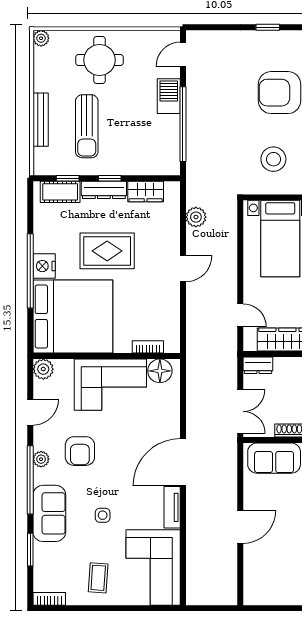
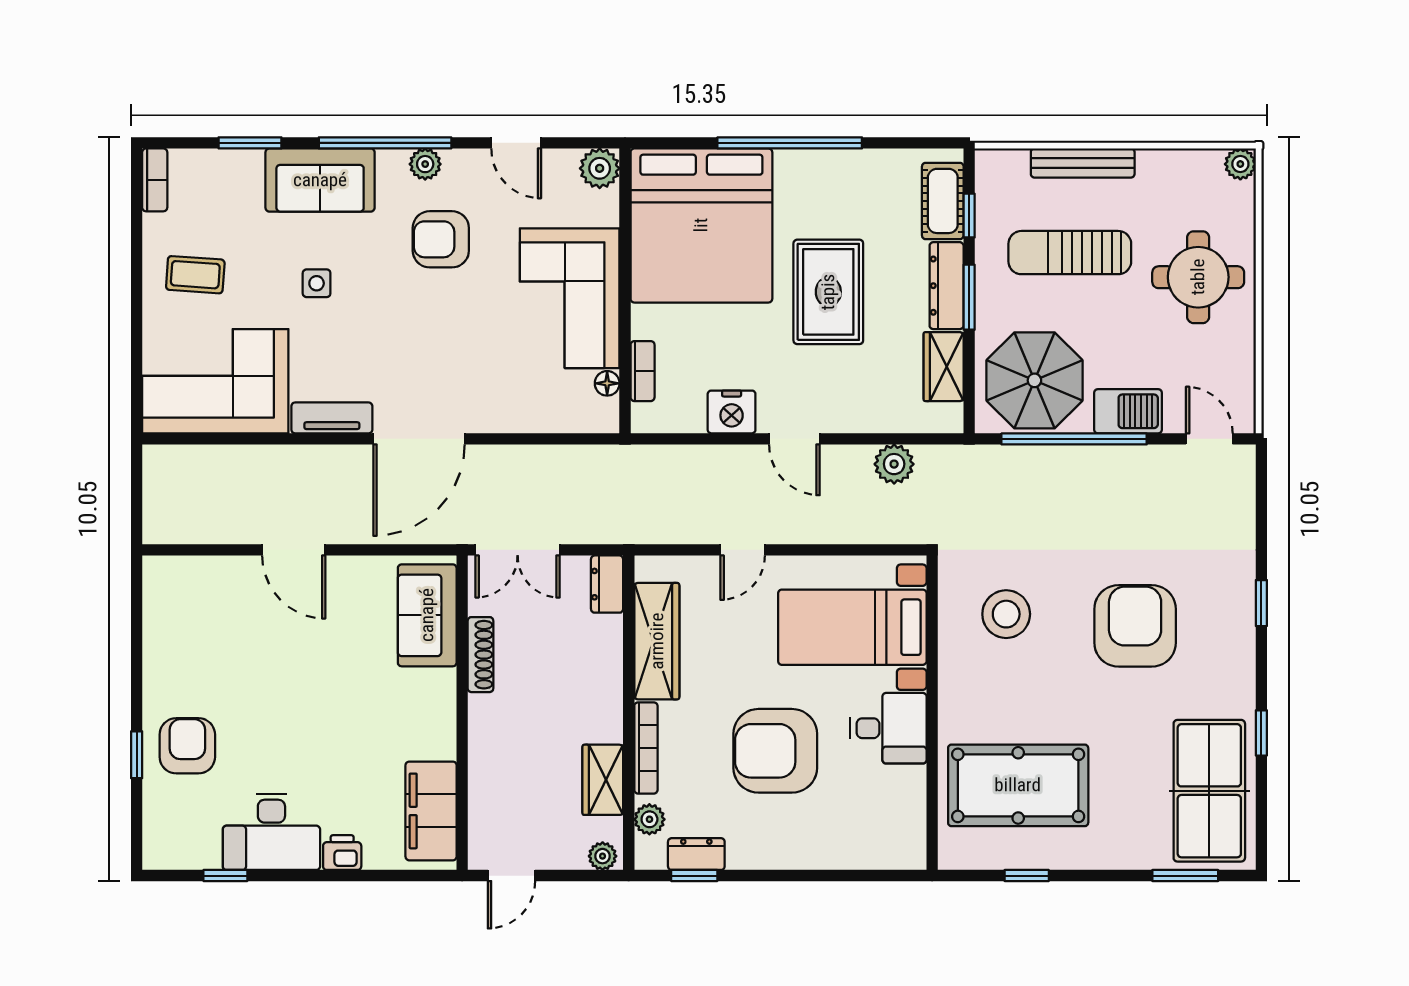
parasol: (153, 145) -> (1034, 380), added
window: (110, 178) -> (969, 297), width x1.50
nightstand: (44, 266) -> (732, 412), moved, turned 180
door: (240, 315) -> (743, 550), moved
floor lamp: (160, 371) -> (607, 383), width x0.53, depth x0.53
door: (183, 462) -> (419, 439), swing flipped

